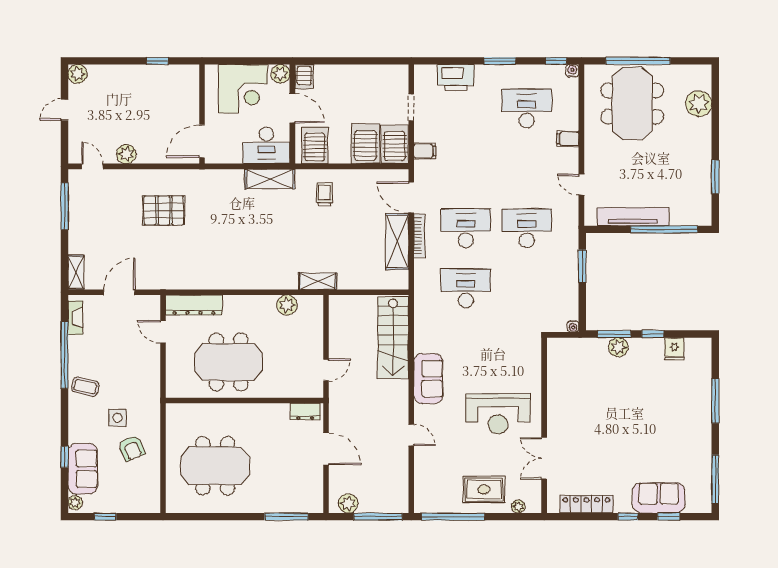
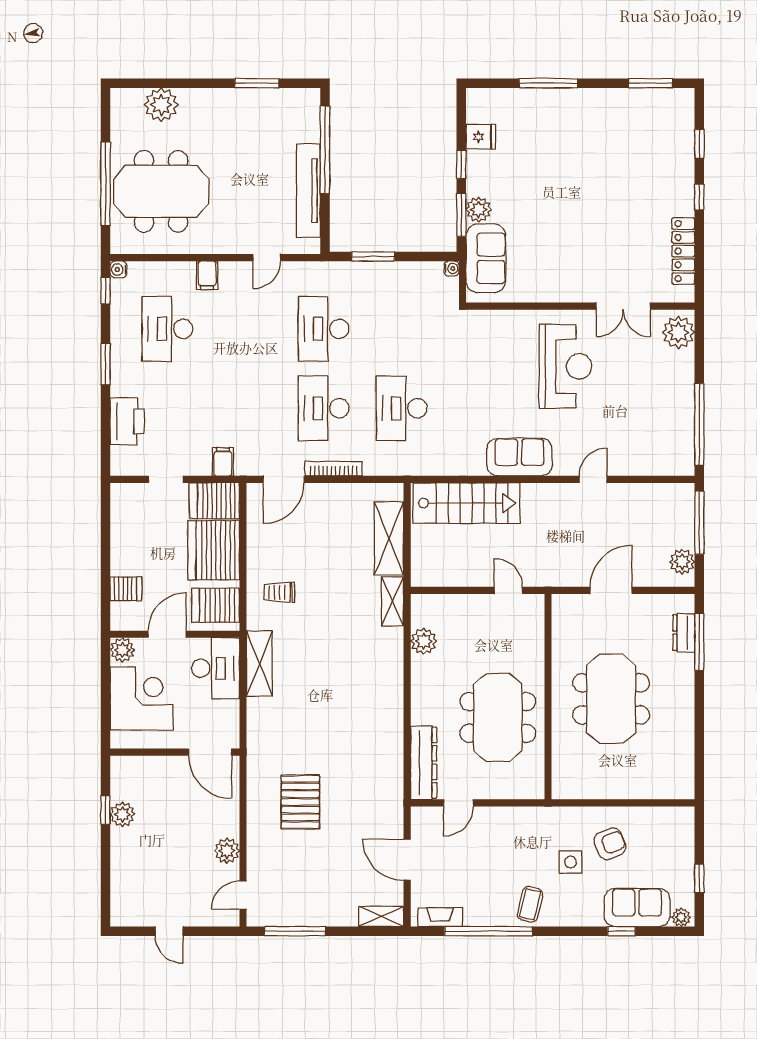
plant: (78, 74) -> (122, 814), moved
server rack: (304, 77) -> (126, 589), moved
server rack: (365, 144) -> (214, 550), width x1.60
shelving: (397, 242) -> (389, 538), moved, turned 90
dresser: (305, 411) -> (684, 633), moved, turned 180
meeting table: (215, 466) -> (611, 699), moved
window: (715, 479) -> (650, 83), width x0.69
rug: (484, 489) -> (664, 385), removed
sofa: (659, 498) -> (486, 258), moved, turned 180
plant: (518, 506) -> (678, 332), width x1.88, depth x1.88

